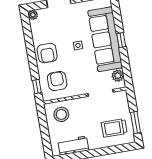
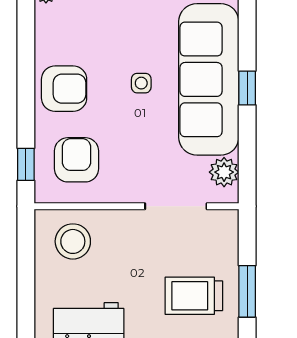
armchair: (47, 53) -> (64, 89), turned -90

